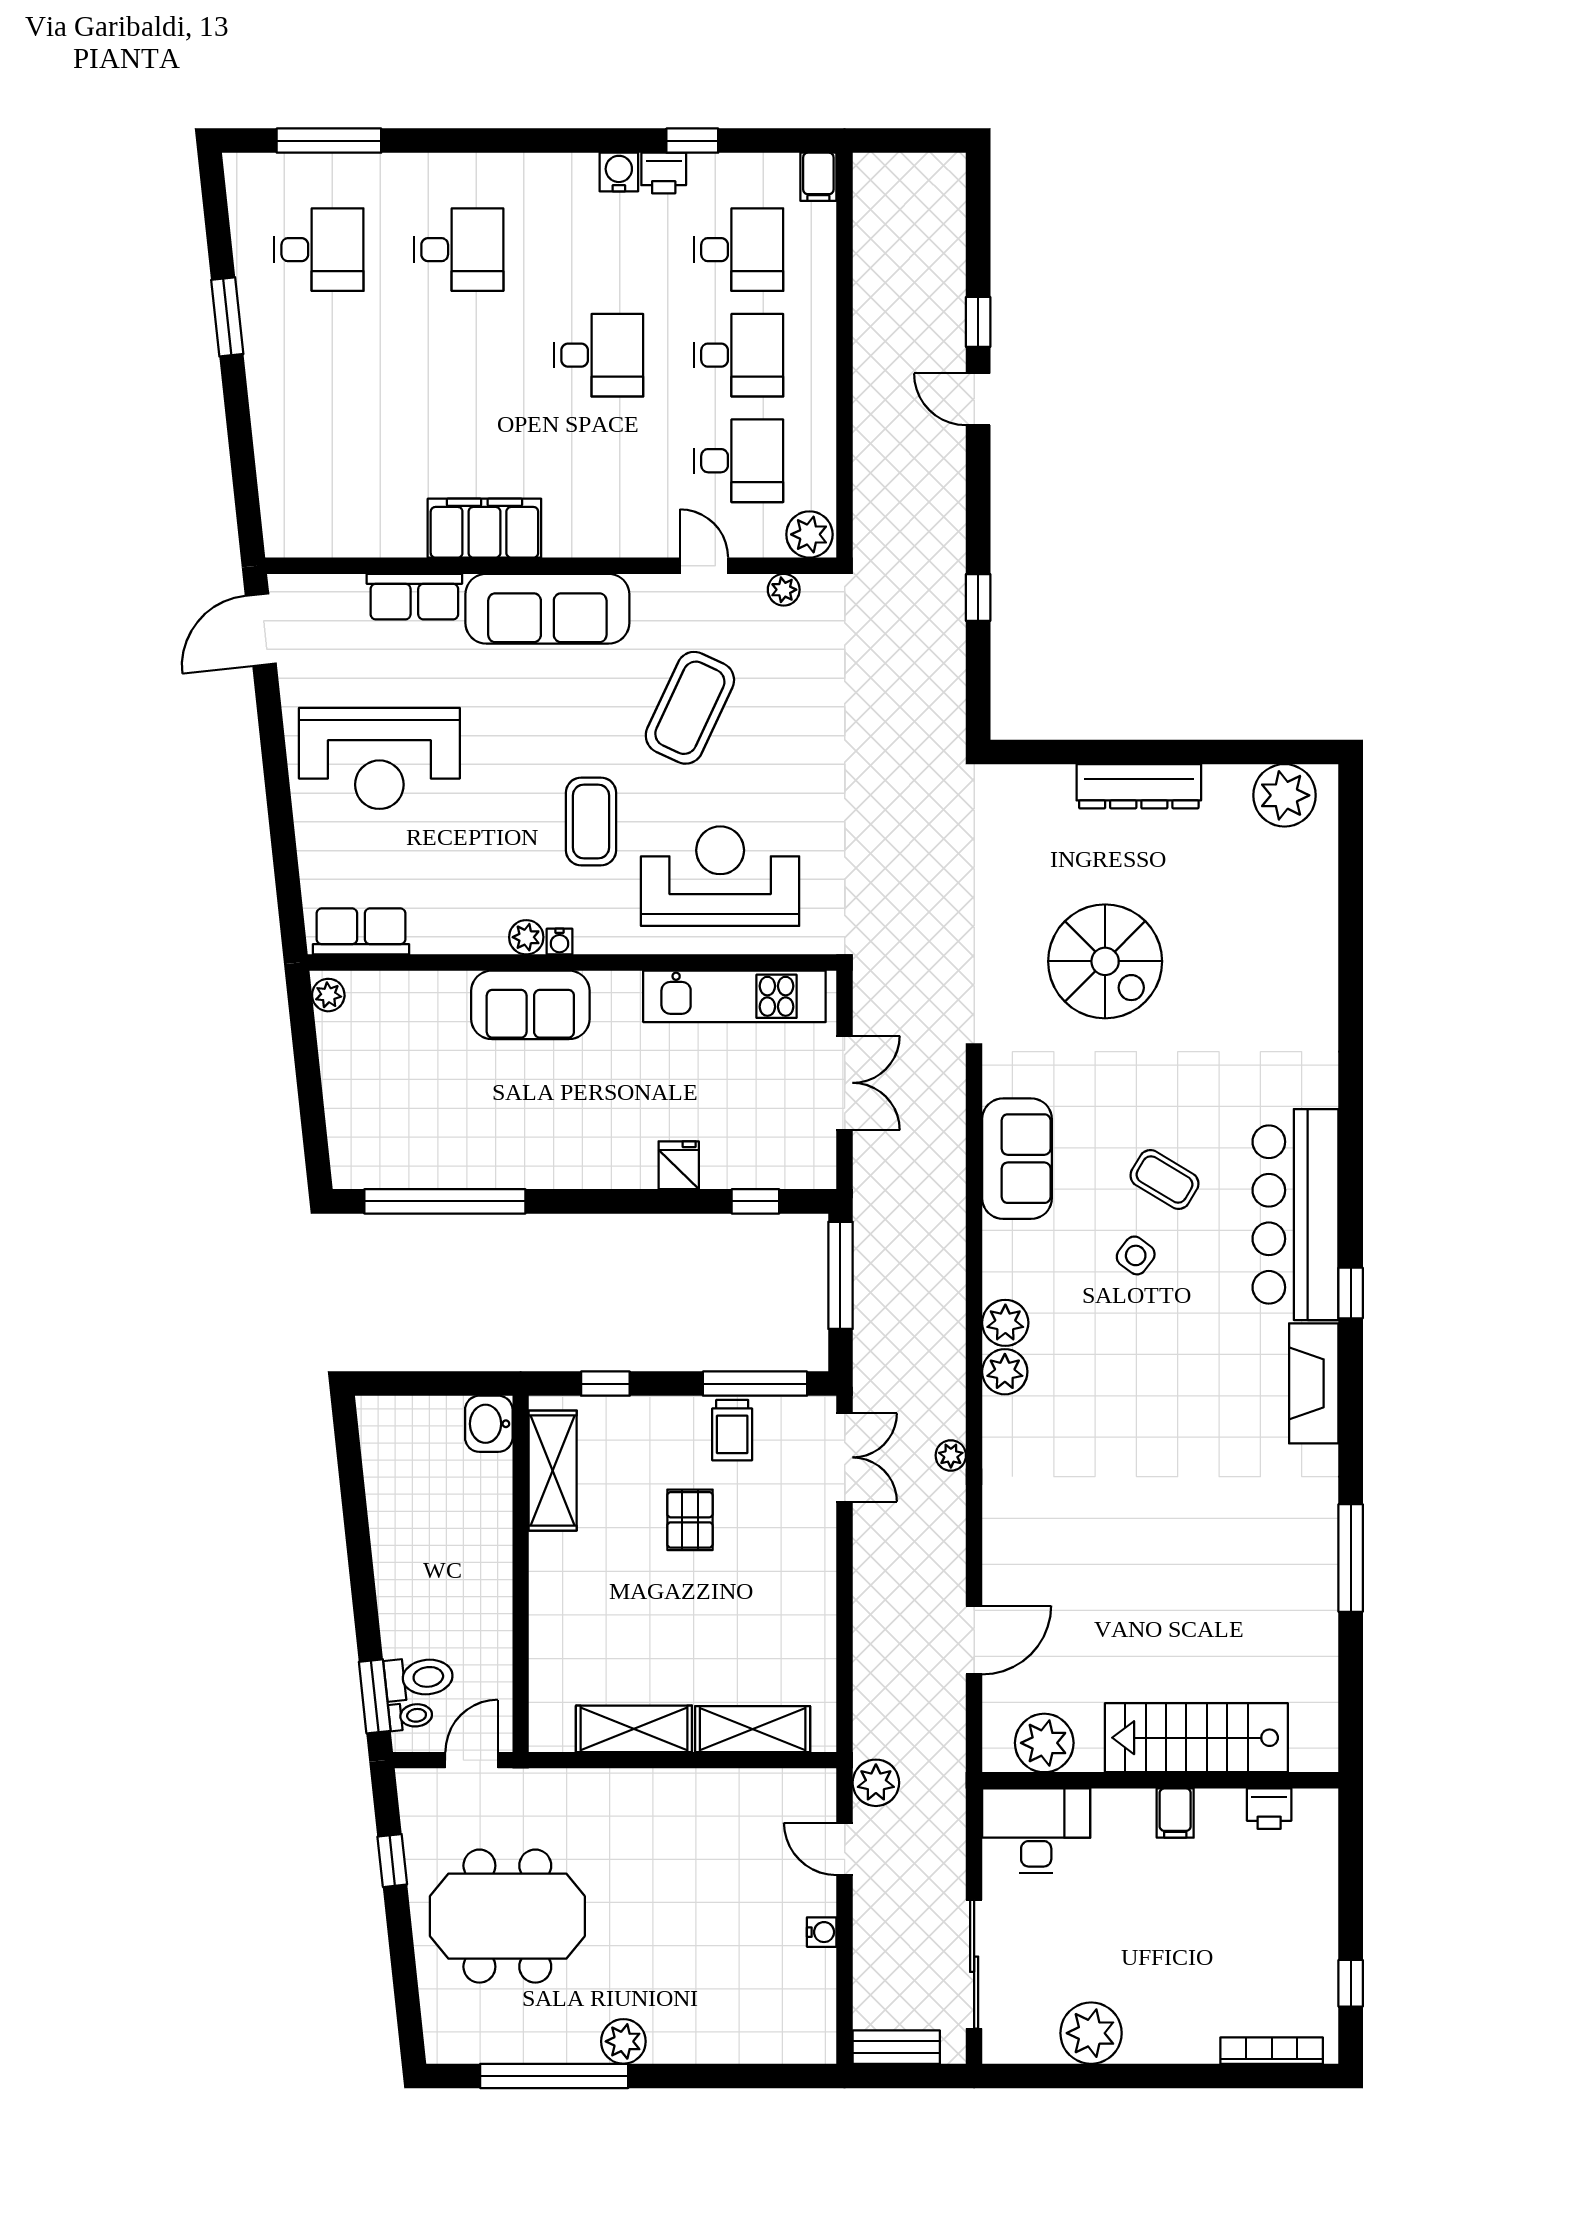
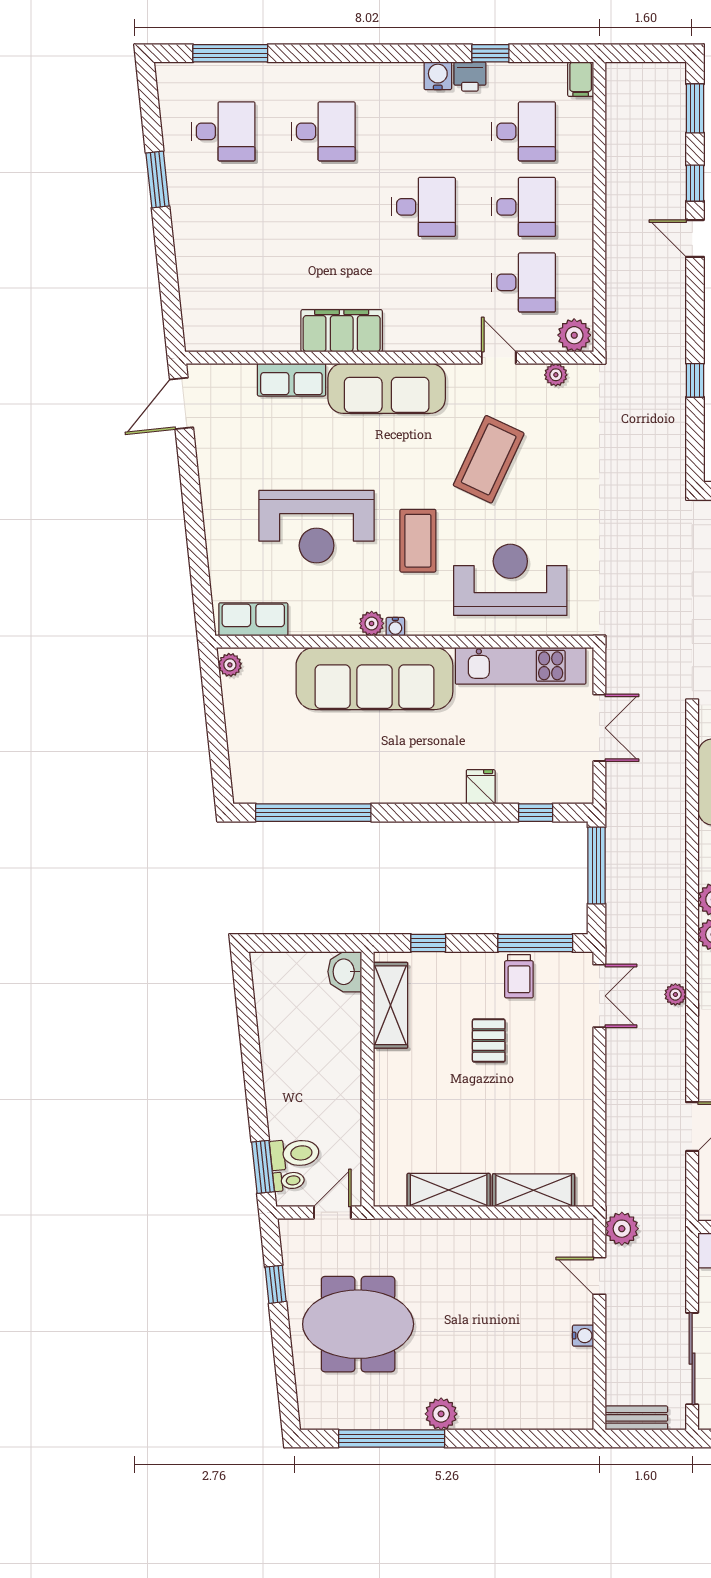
window: (978, 218) -> (695, 108), added
reception desk: (379, 758) -> (317, 527), moved
sofa: (530, 1005) -> (374, 679), width x1.85, depth x1.27

